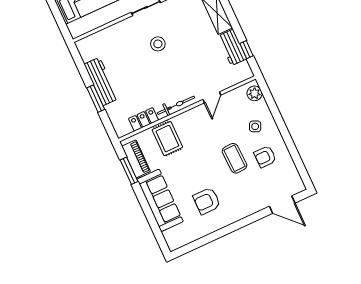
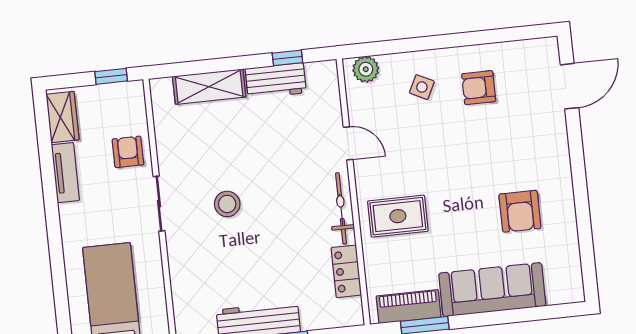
rug: (167, 139) -> (398, 216), moved
armchair: (265, 157) -> (479, 88), turned 90
coffee table: (234, 158) -> (464, 140), removed

